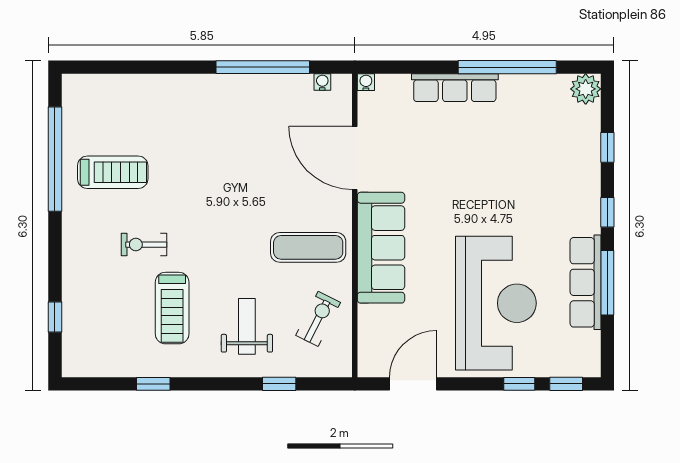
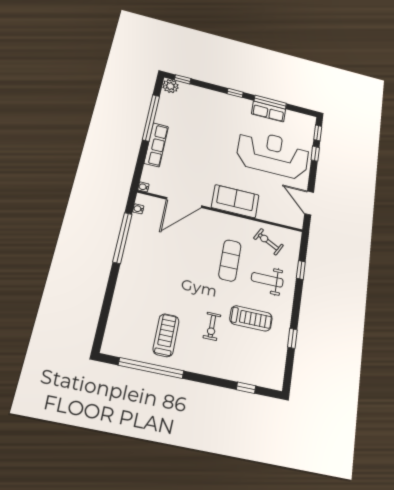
window: (607, 147) -> (183, 79), moved
exercise mat: (308, 247) -> (230, 260), moved
sofa: (381, 248) -> (235, 201), width x0.73
row of seats: (586, 282) -> (269, 111), width x0.68

